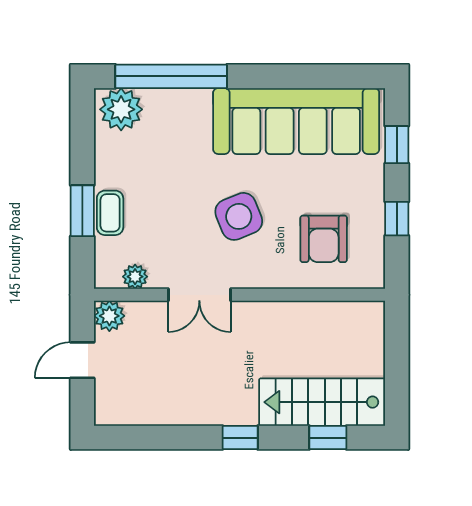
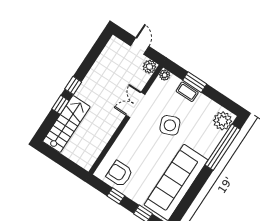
side table: (239, 216) -> (170, 125), moved
armchair: (324, 239) -> (120, 174), moved
plant: (135, 277) -> (165, 75), moved
window: (328, 438) -> (60, 105), moved

